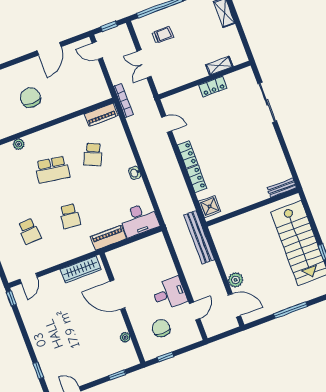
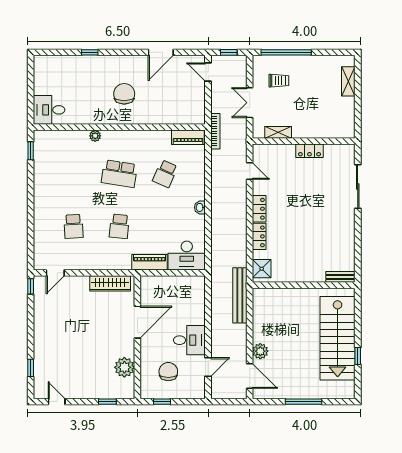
shelving: (219, 66) -> (278, 132), moved
door: (117, 295) -> (137, 322), swing flipped
plant: (125, 337) -> (124, 367), width x1.87, depth x1.87

